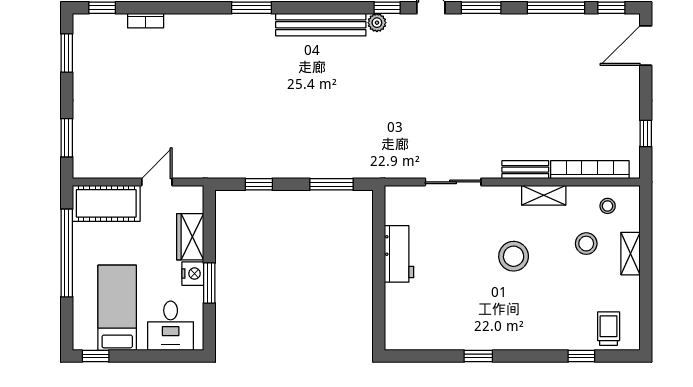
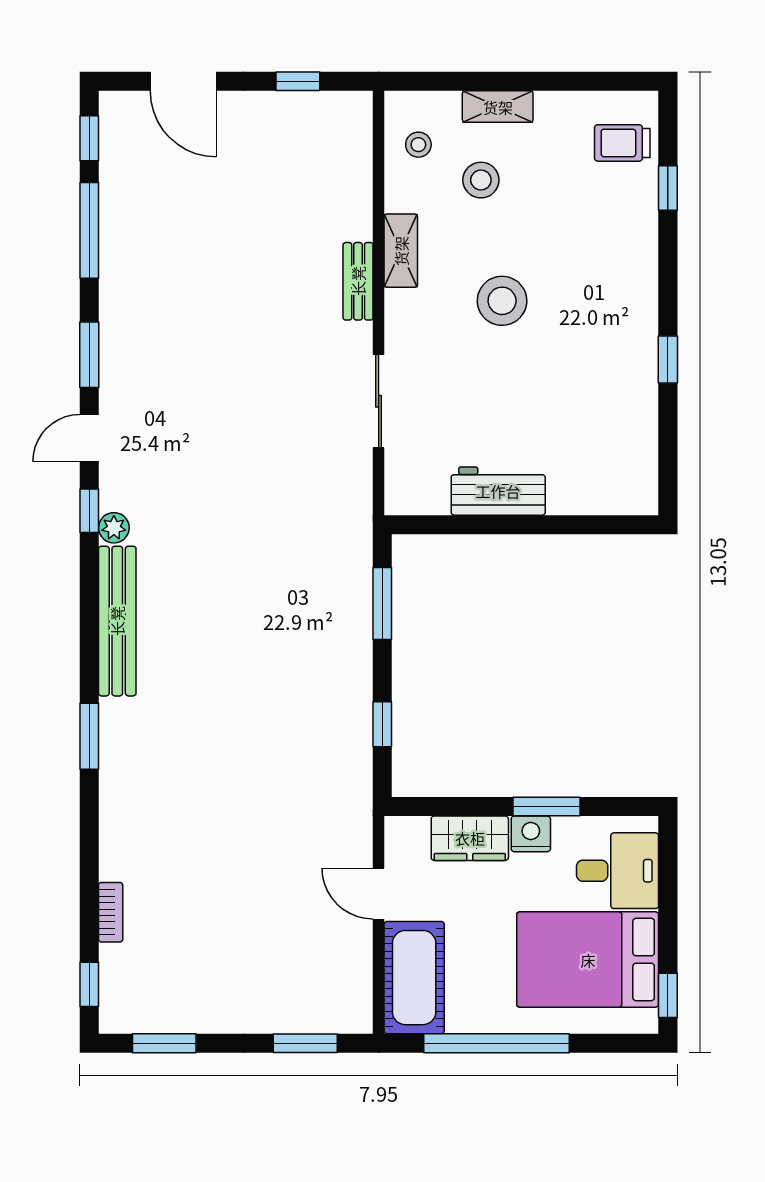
door: (646, 46) -> (183, 81), moved
bookcase: (590, 170) -> (358, 174), removed
bed: (117, 308) -> (588, 960), width x1.50

